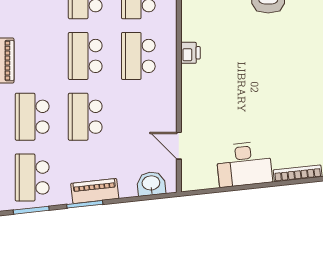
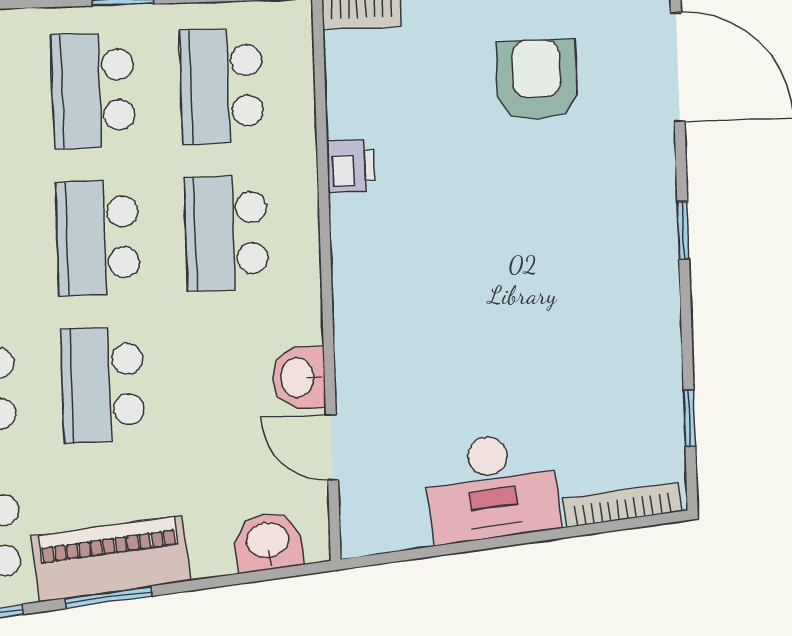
printer: (190, 53) -> (351, 166), moved
washbasin: (166, 116) -> (299, 378), added
piano: (95, 191) -> (111, 559), width x1.37, depth x1.33

